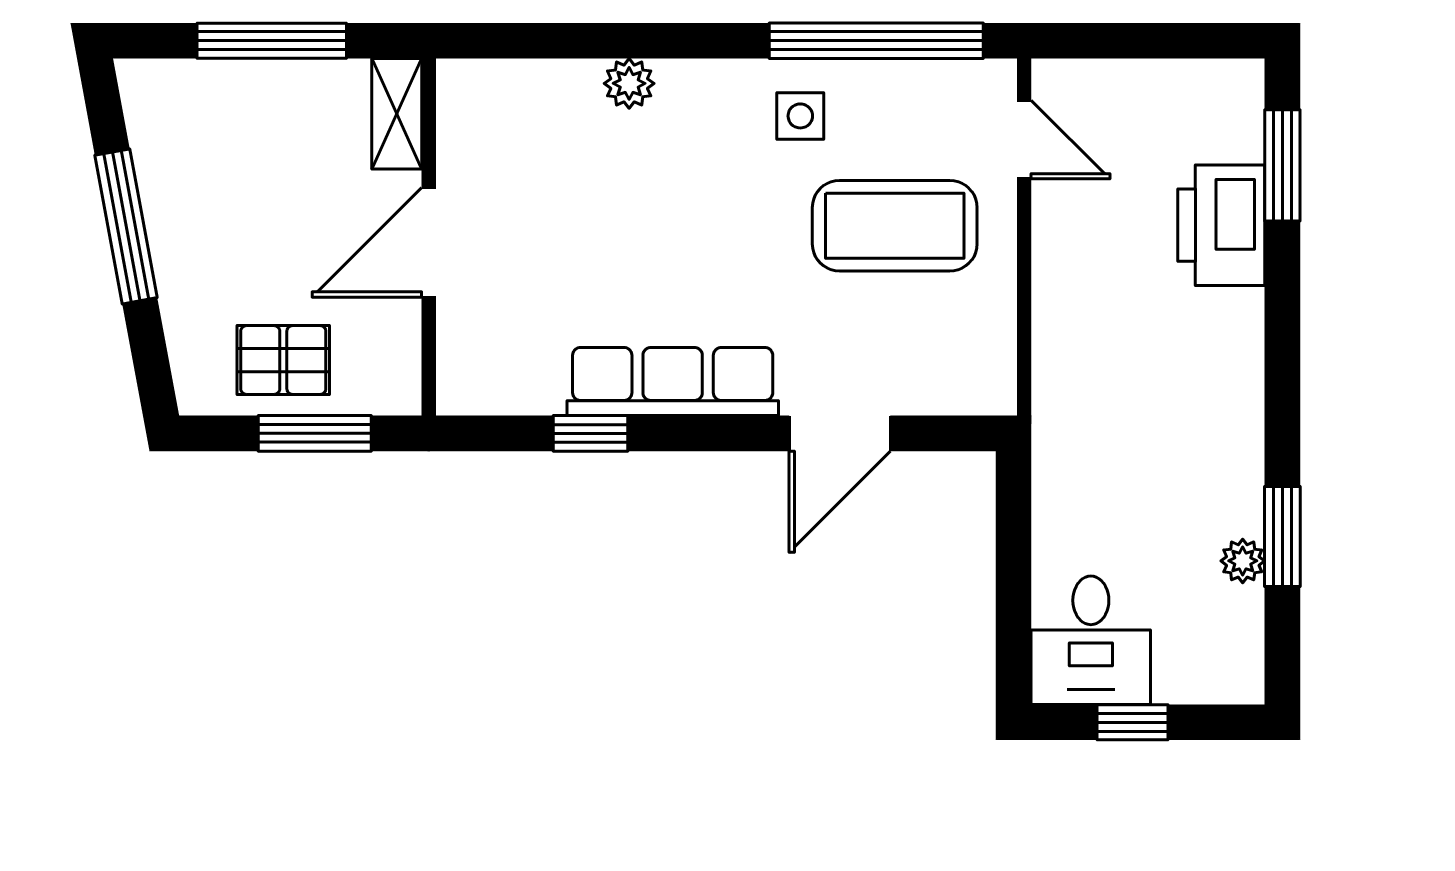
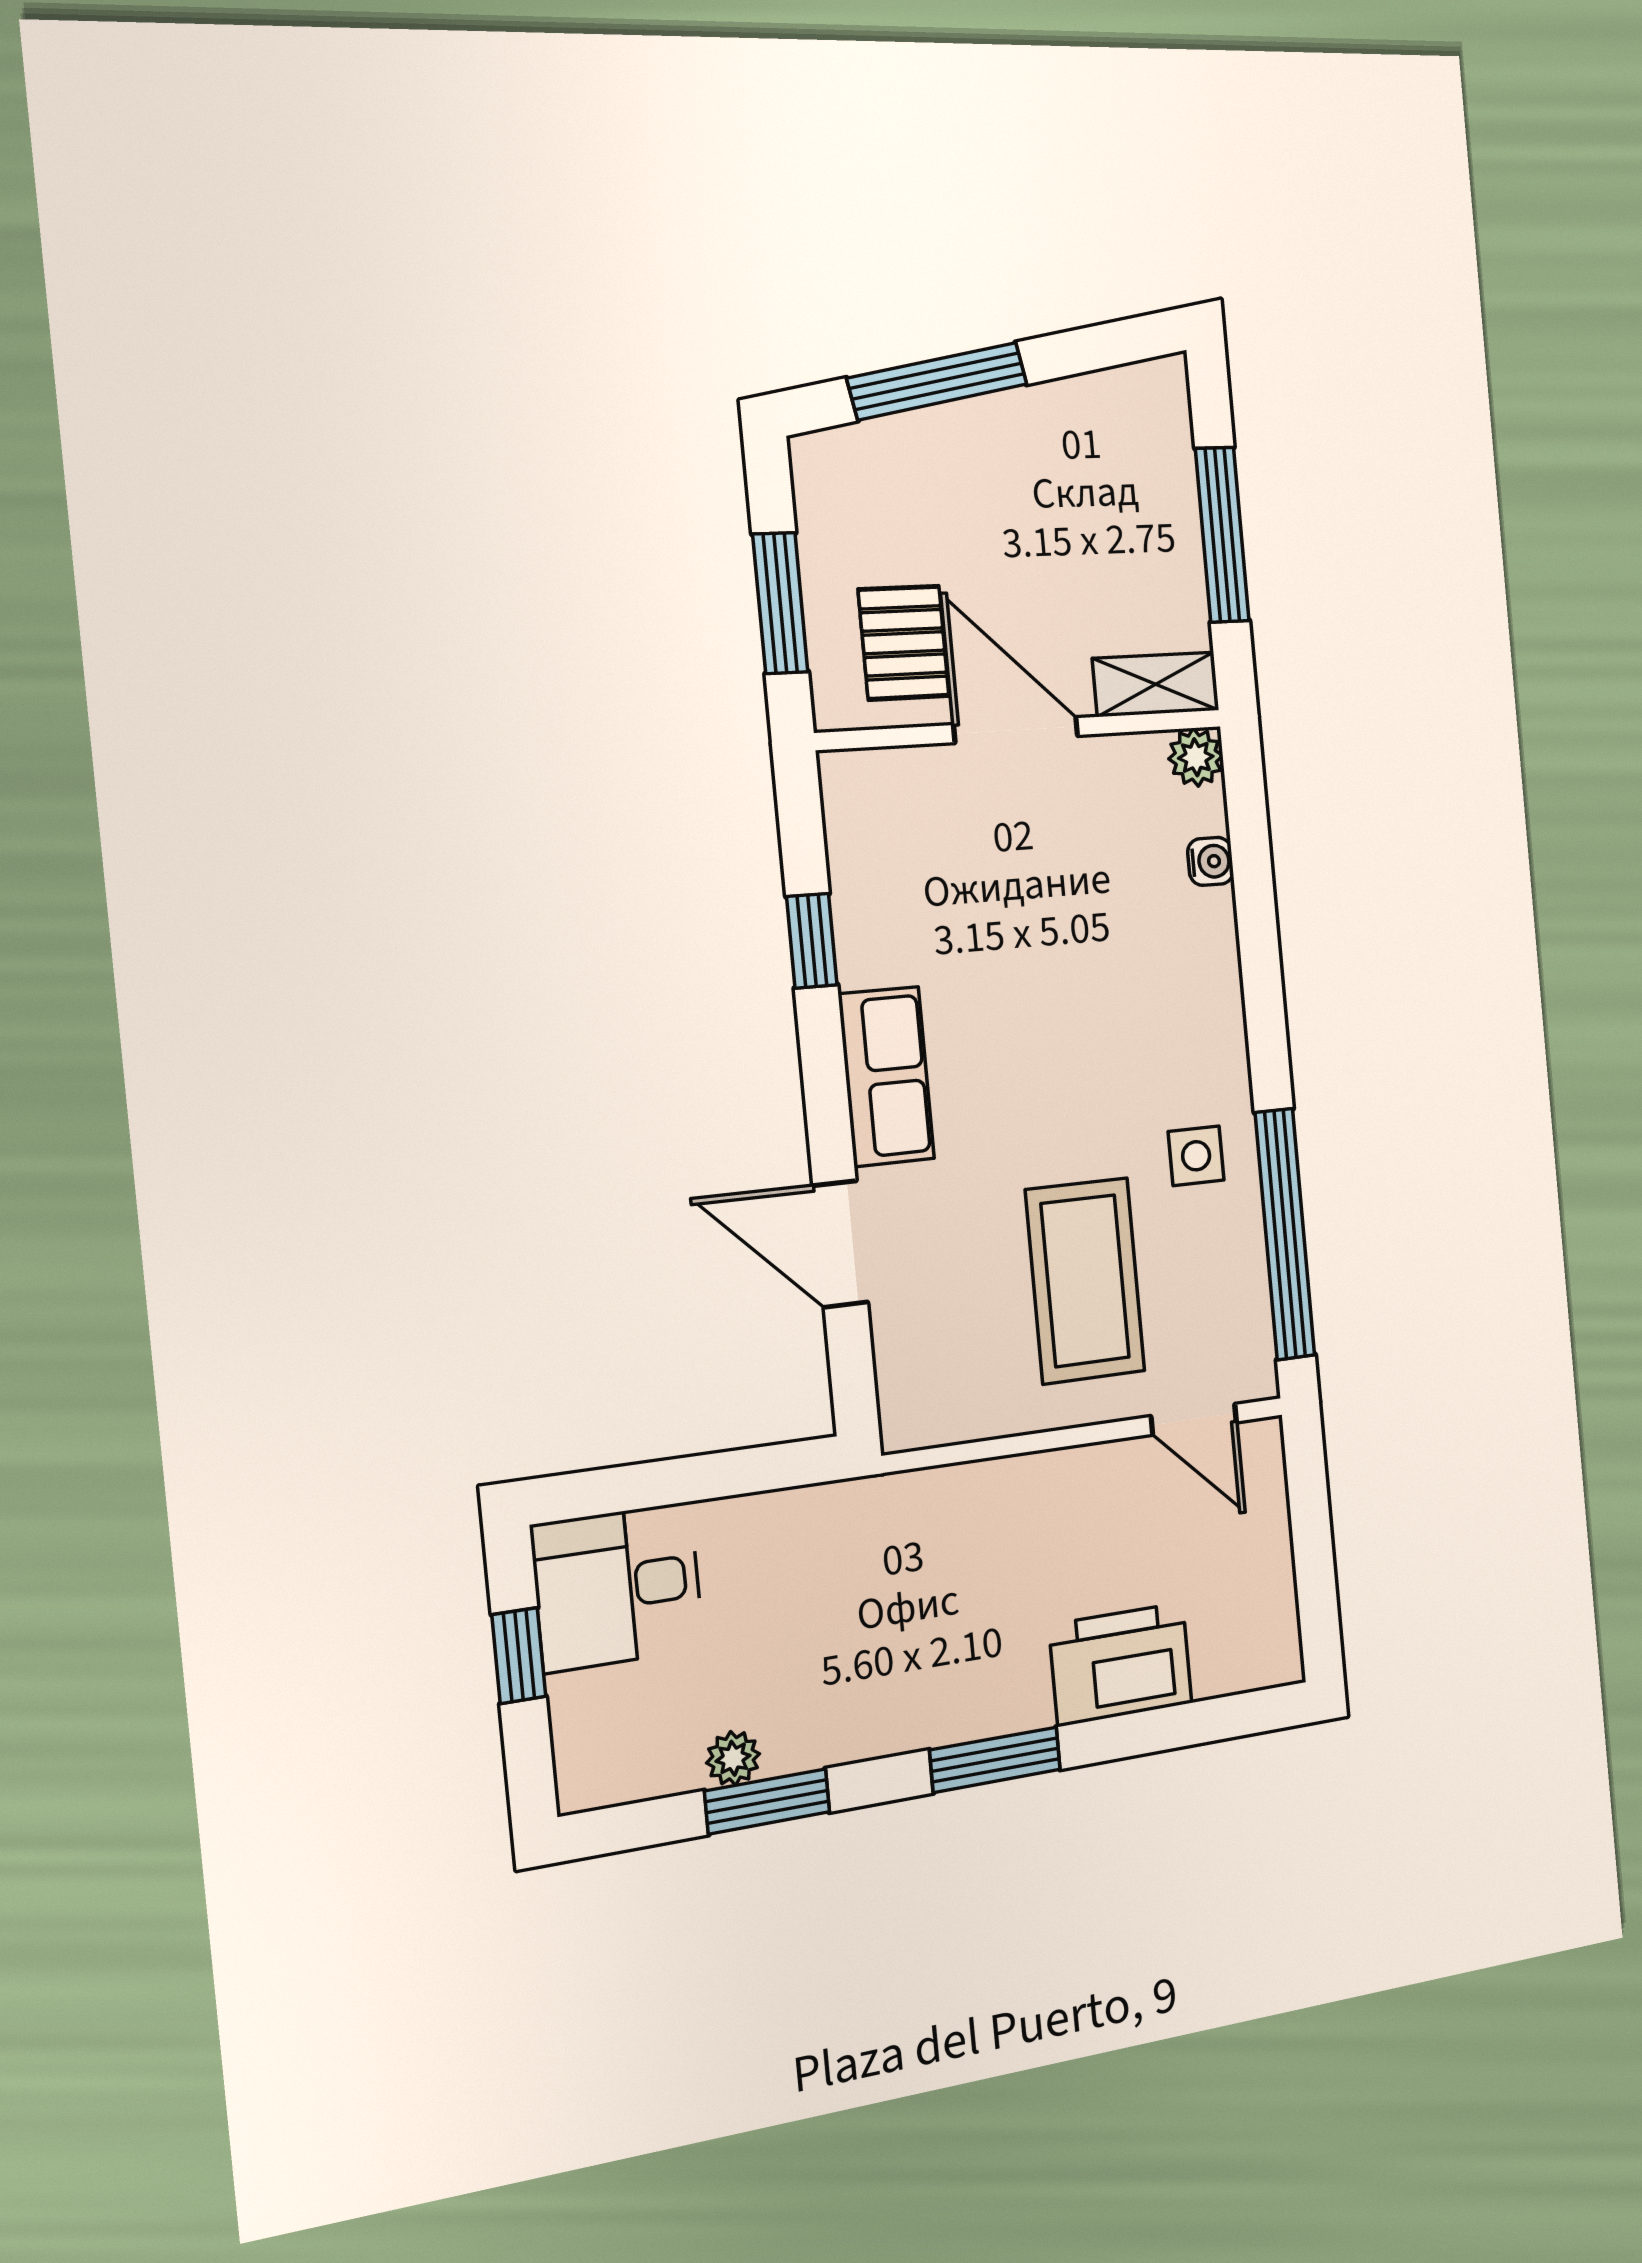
water cooler: (551, 79) -> (1211, 861), added
plant: (629, 83) -> (1196, 757), moved
door: (1024, 140) -> (1194, 1419), hinge flipped
window: (1282, 165) -> (995, 1760), moved
window: (126, 226) -> (938, 381), moved
pallet: (283, 360) -> (904, 643), moved
row of seats: (673, 382) -> (886, 1076), width x0.68

